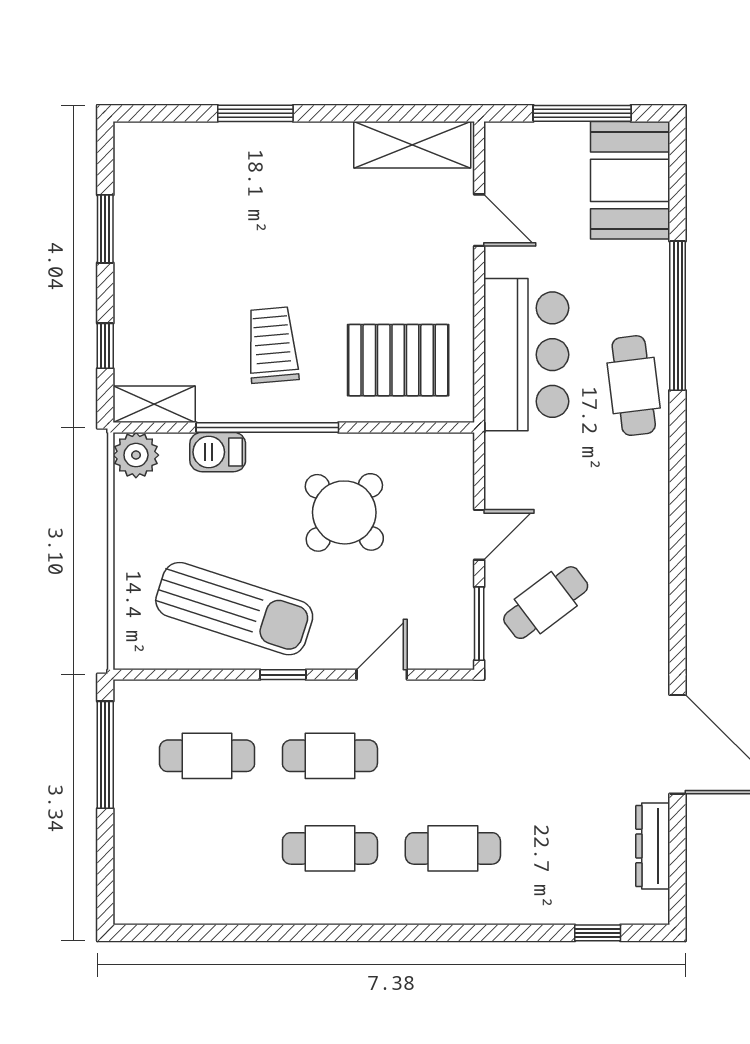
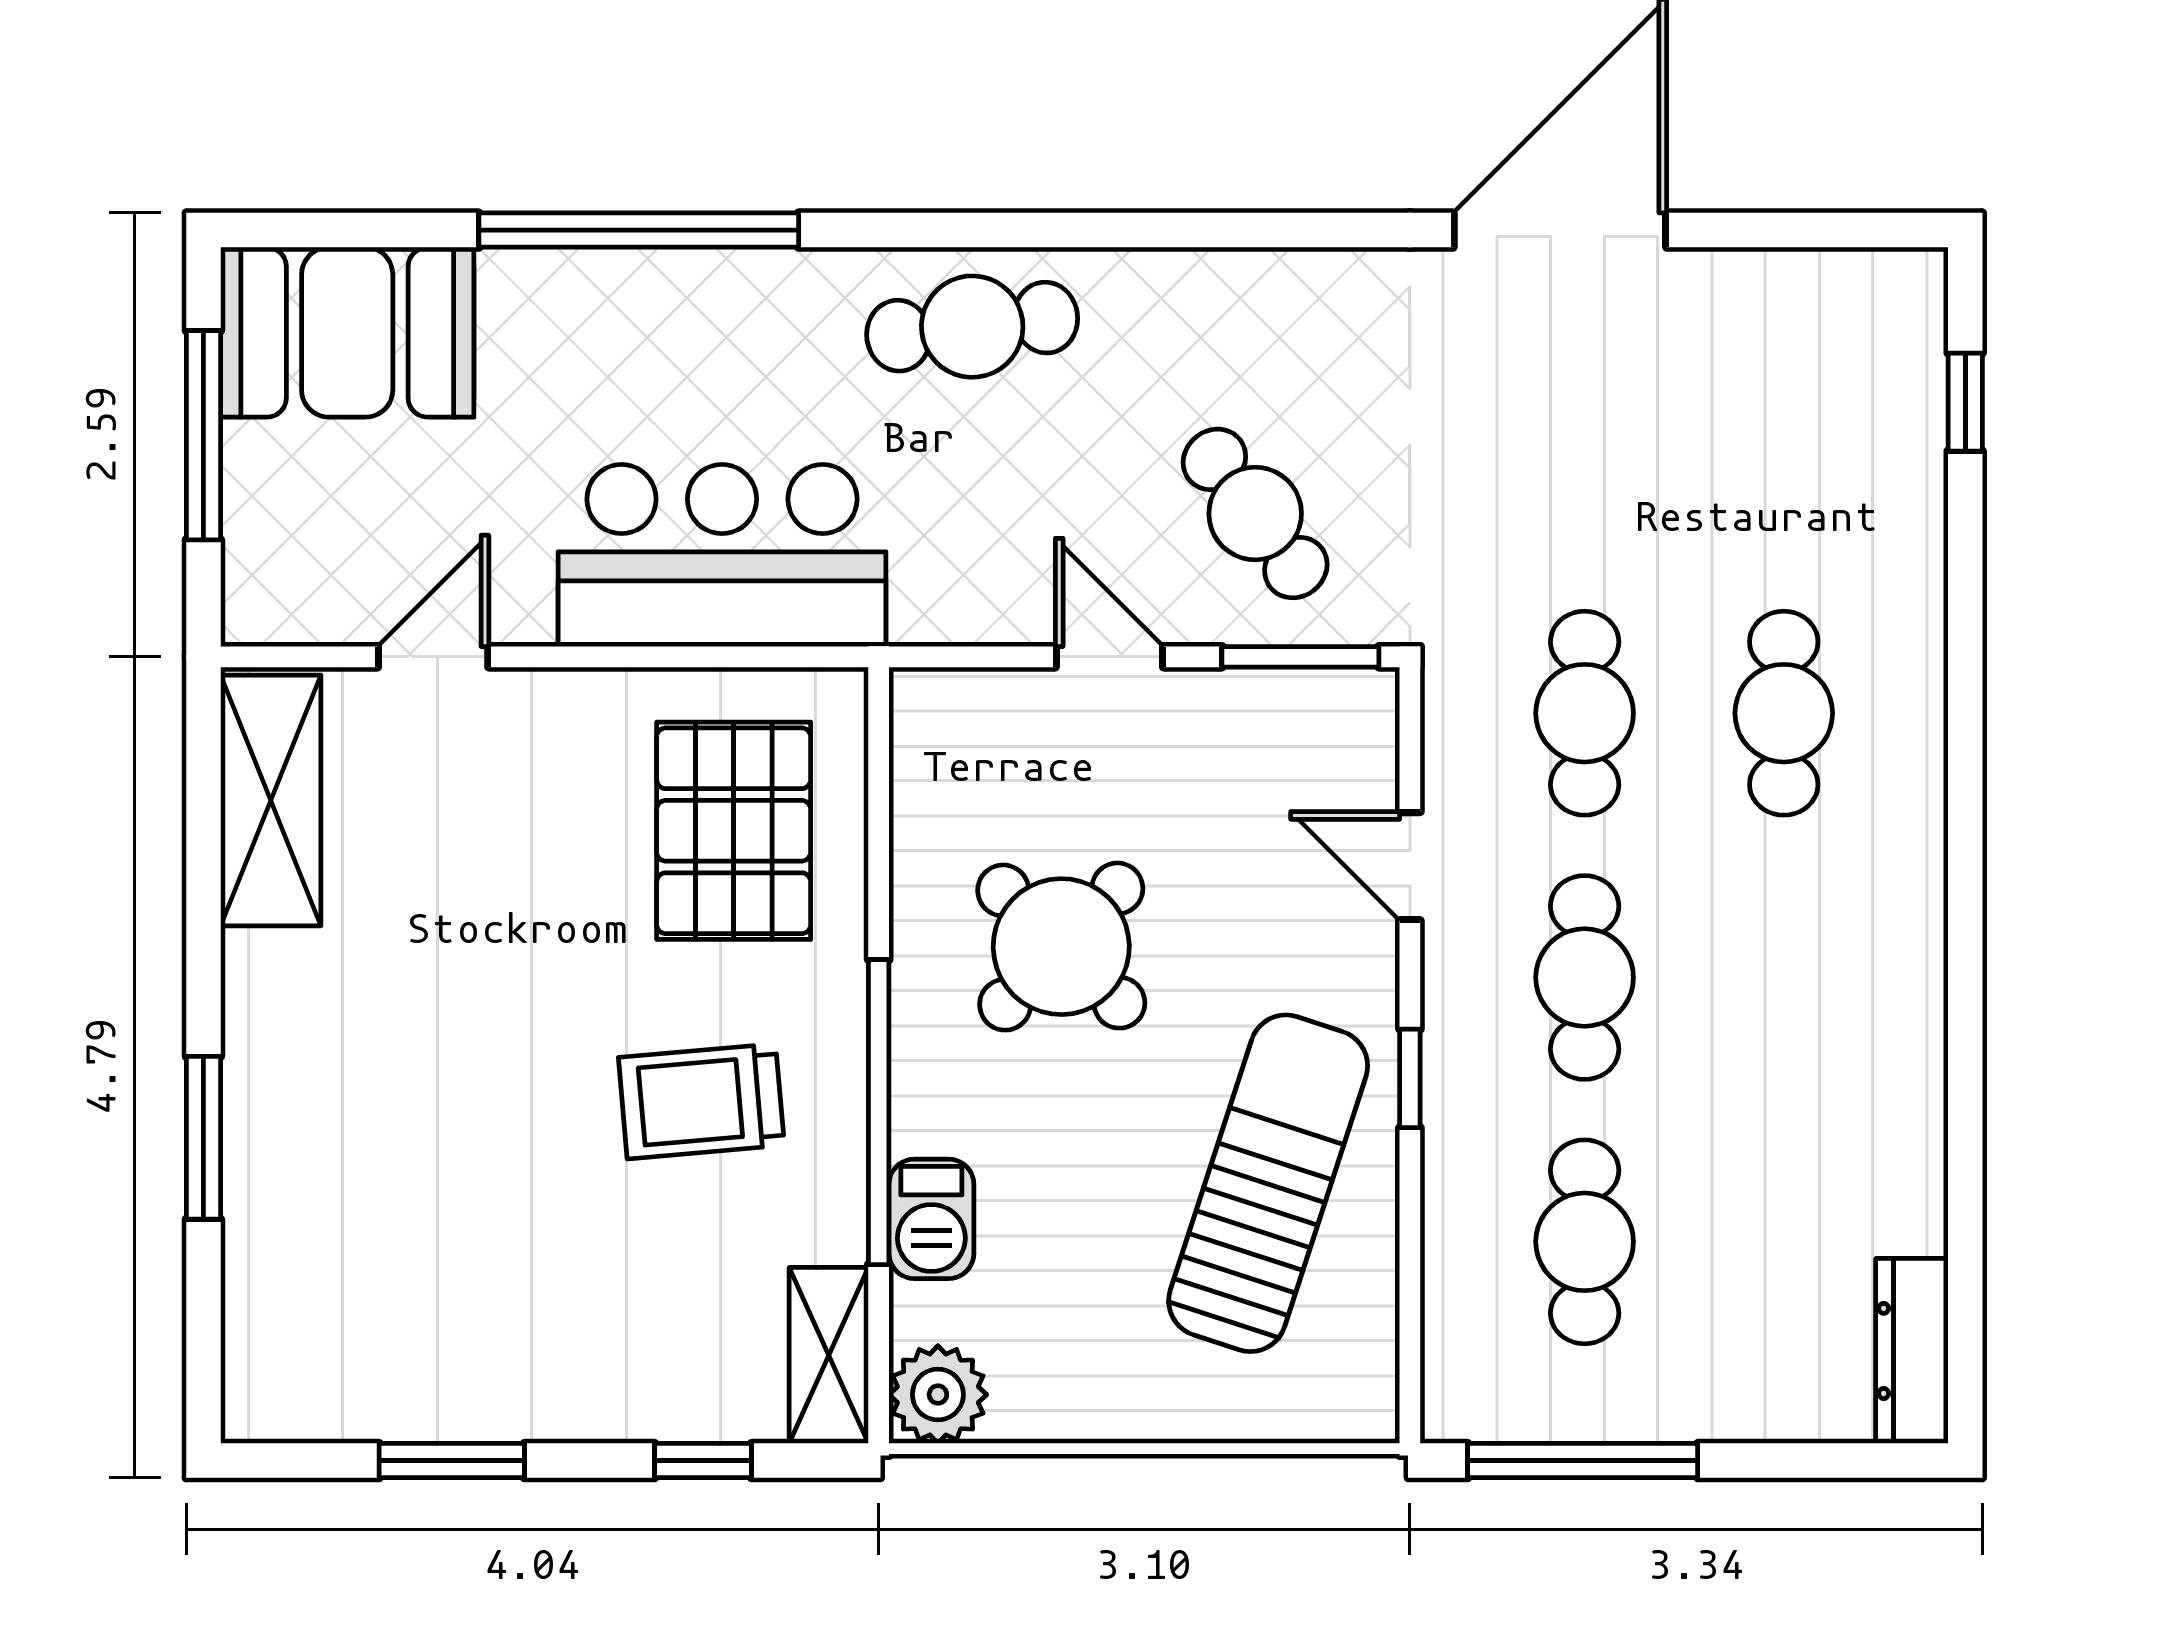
cafe table: (634, 386) -> (972, 327), moved
dresser: (653, 846) -> (1912, 1351), moved, turned 90
cafe table: (330, 848) -> (1585, 713), moved

